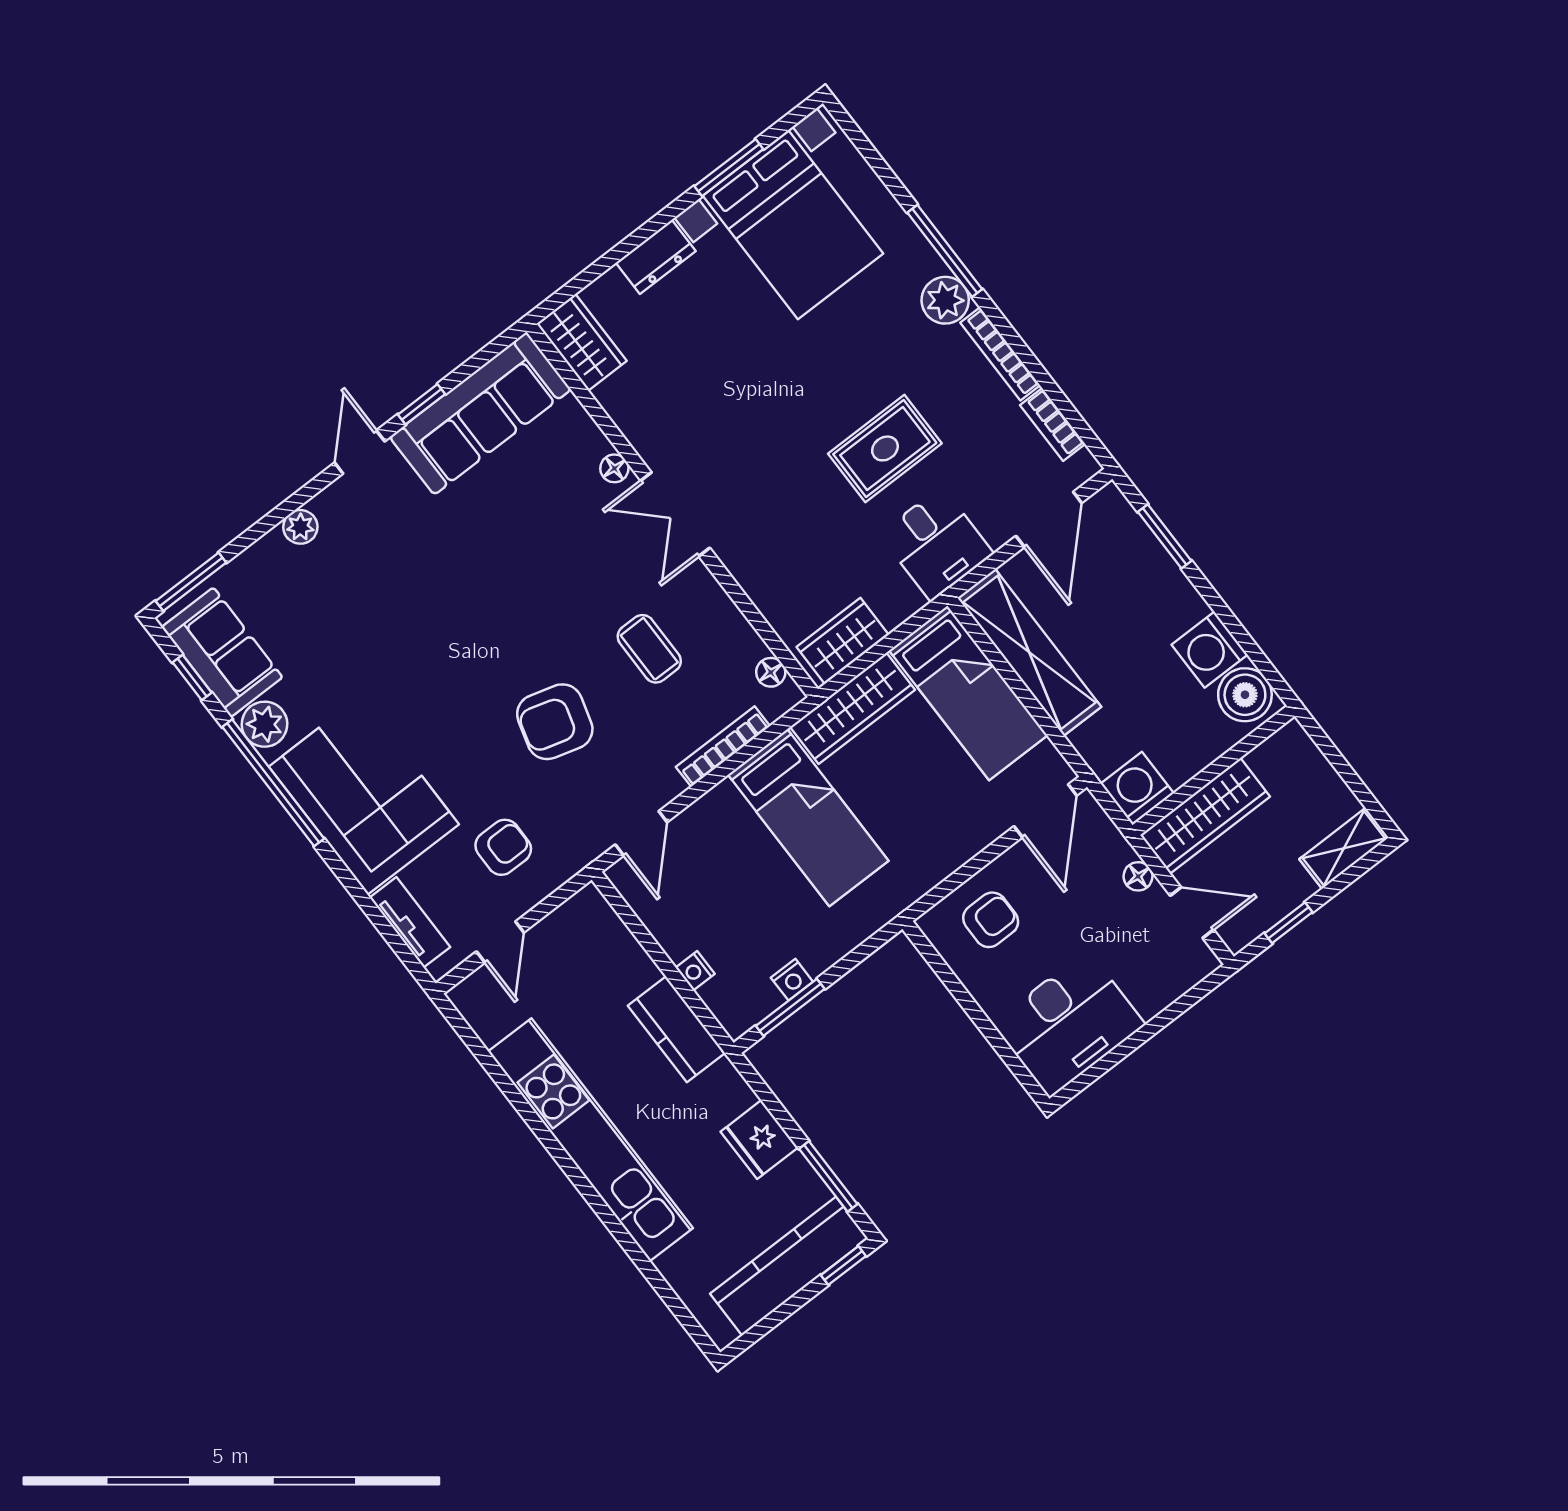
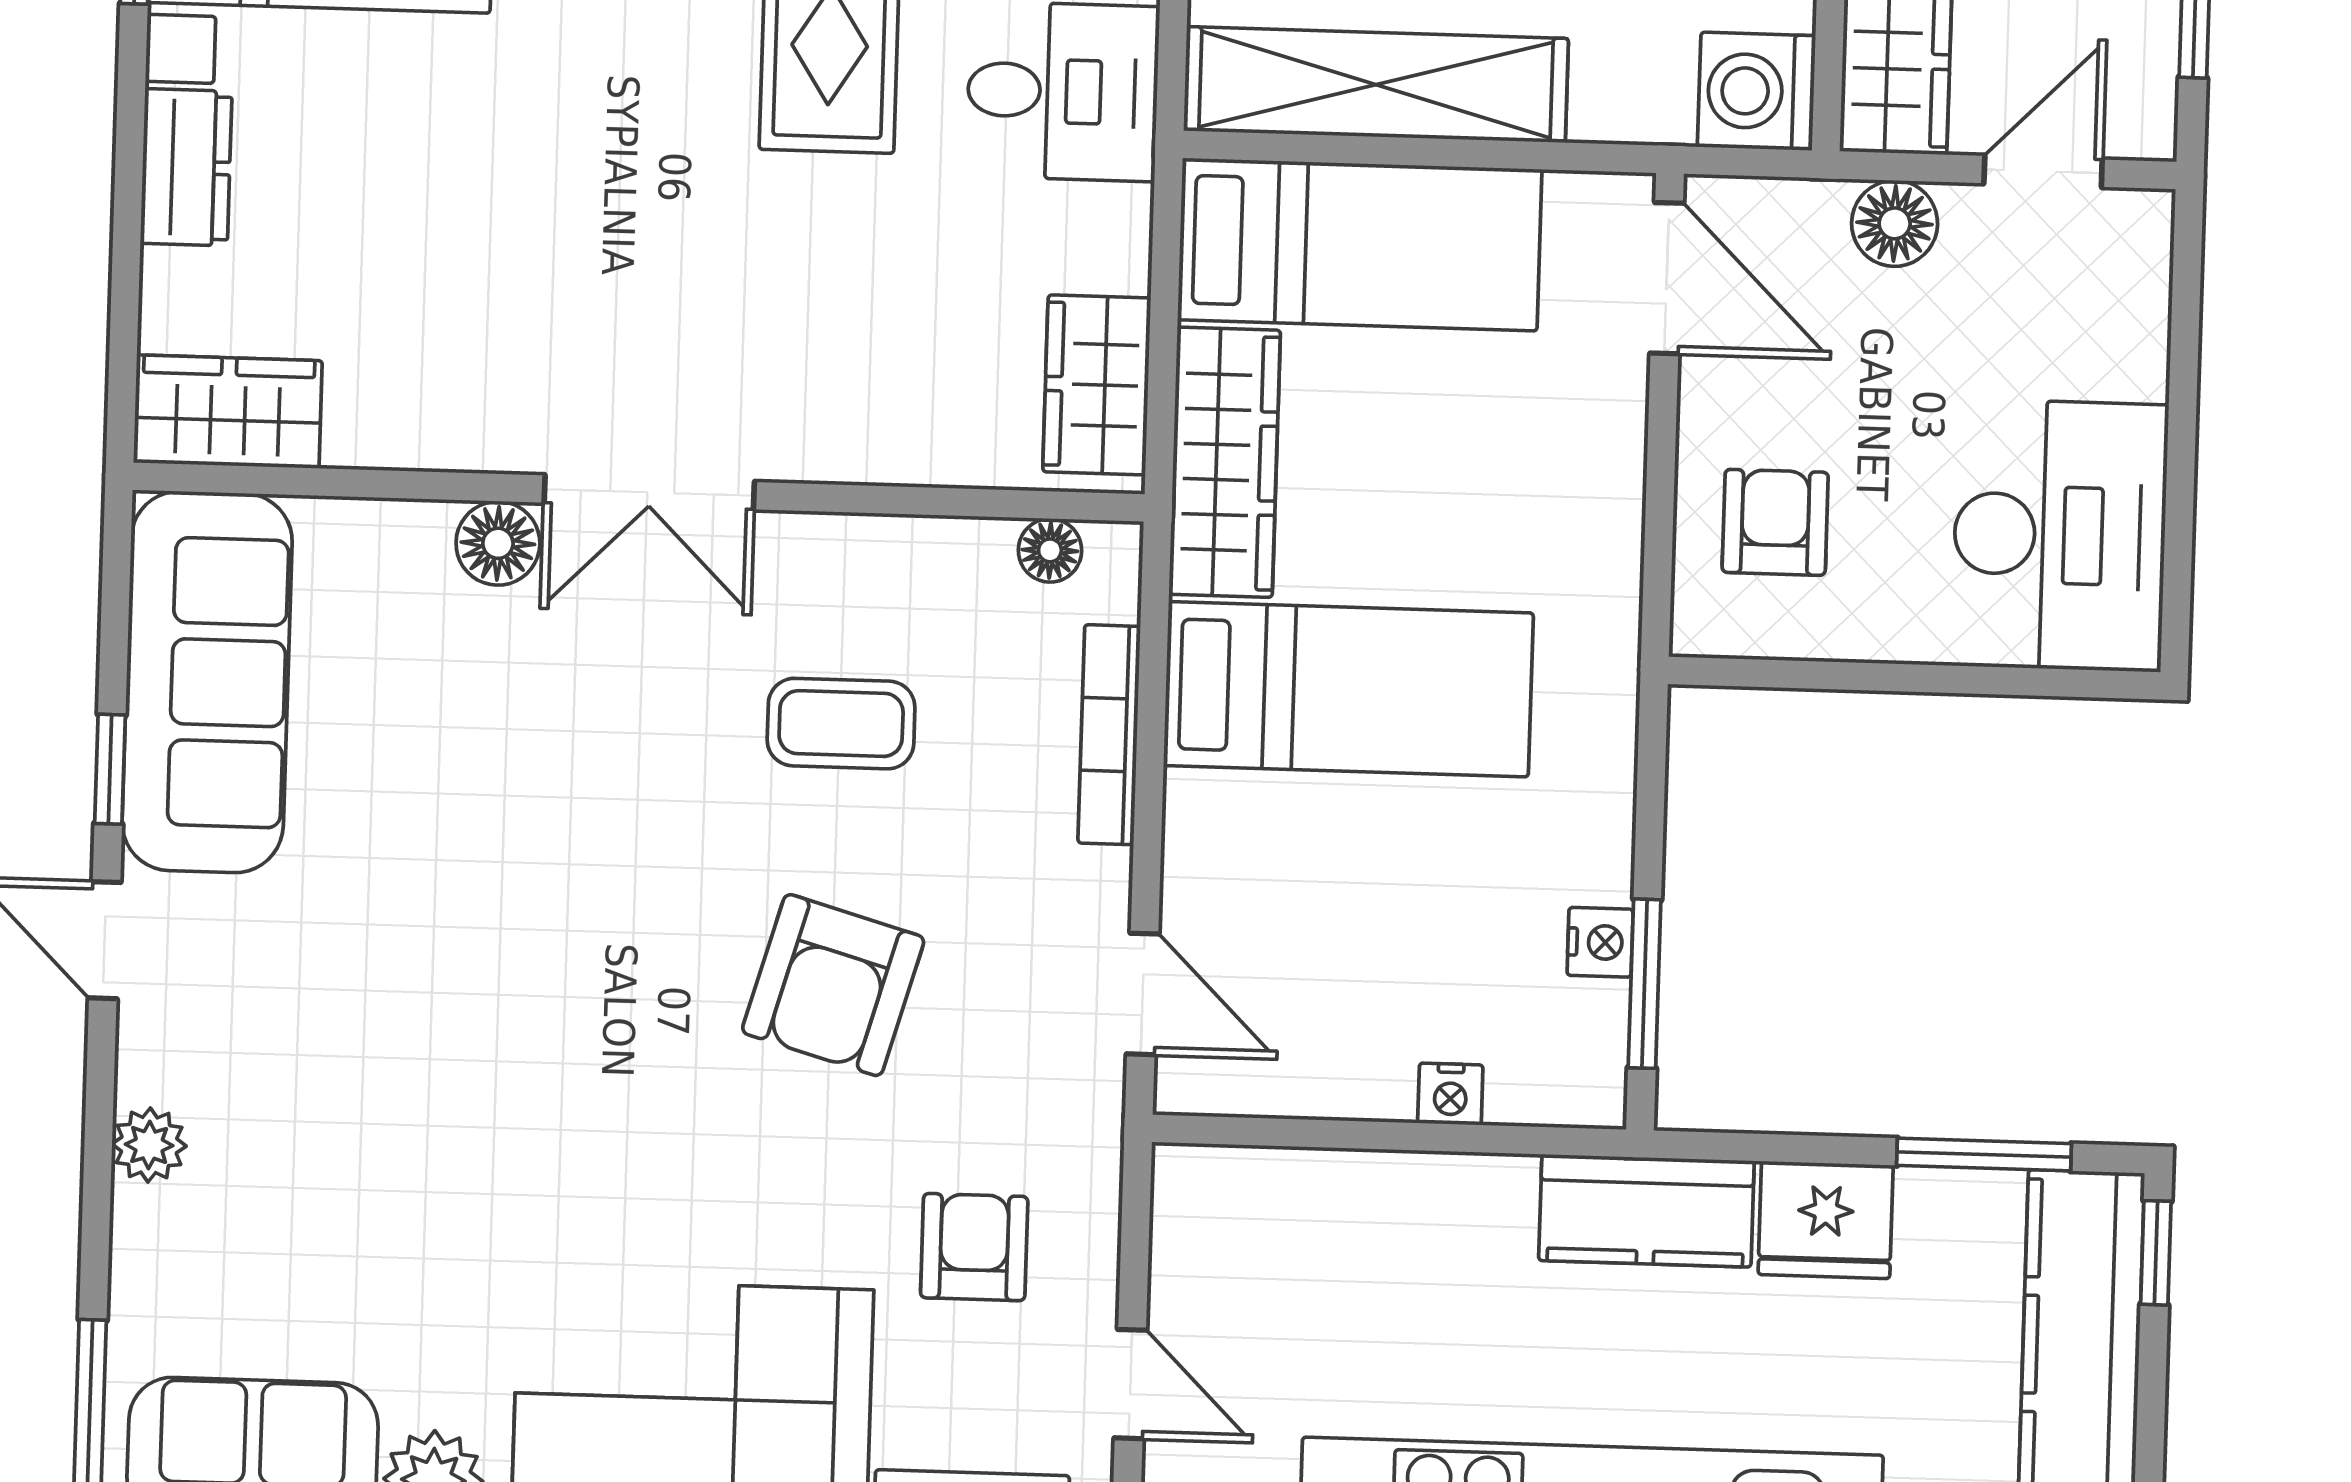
floor lamp: (614, 468) -> (498, 543), width x1.37, depth x1.37
floor lamp: (1138, 876) -> (1895, 223), width x1.37, depth x1.37
kitchen counter: (677, 1029) -> (1646, 1211), moved

